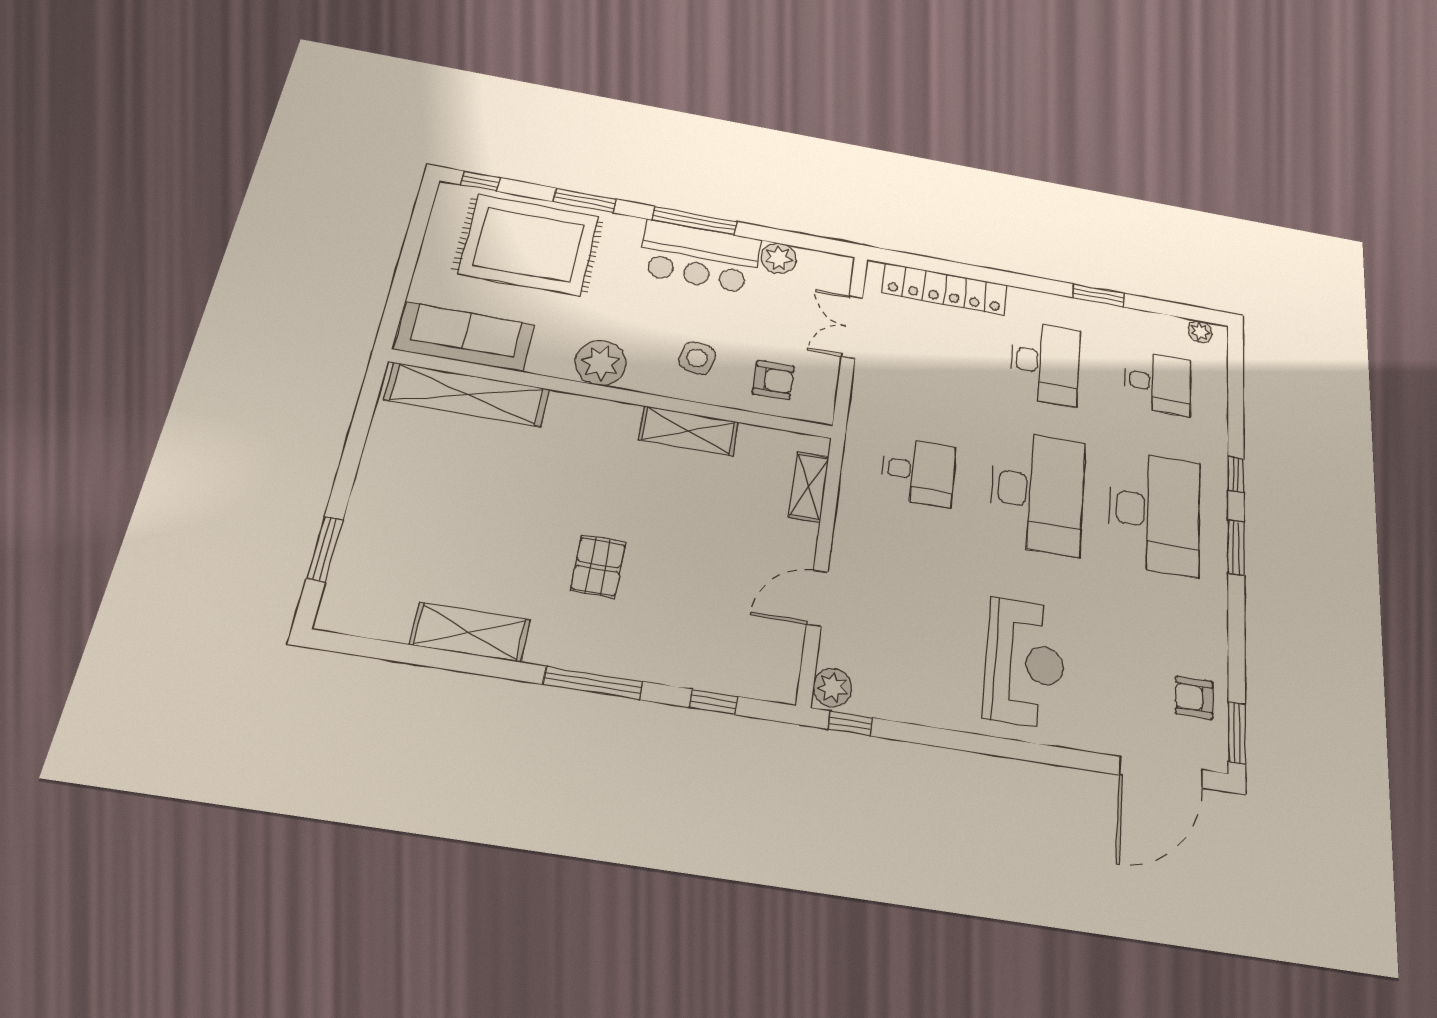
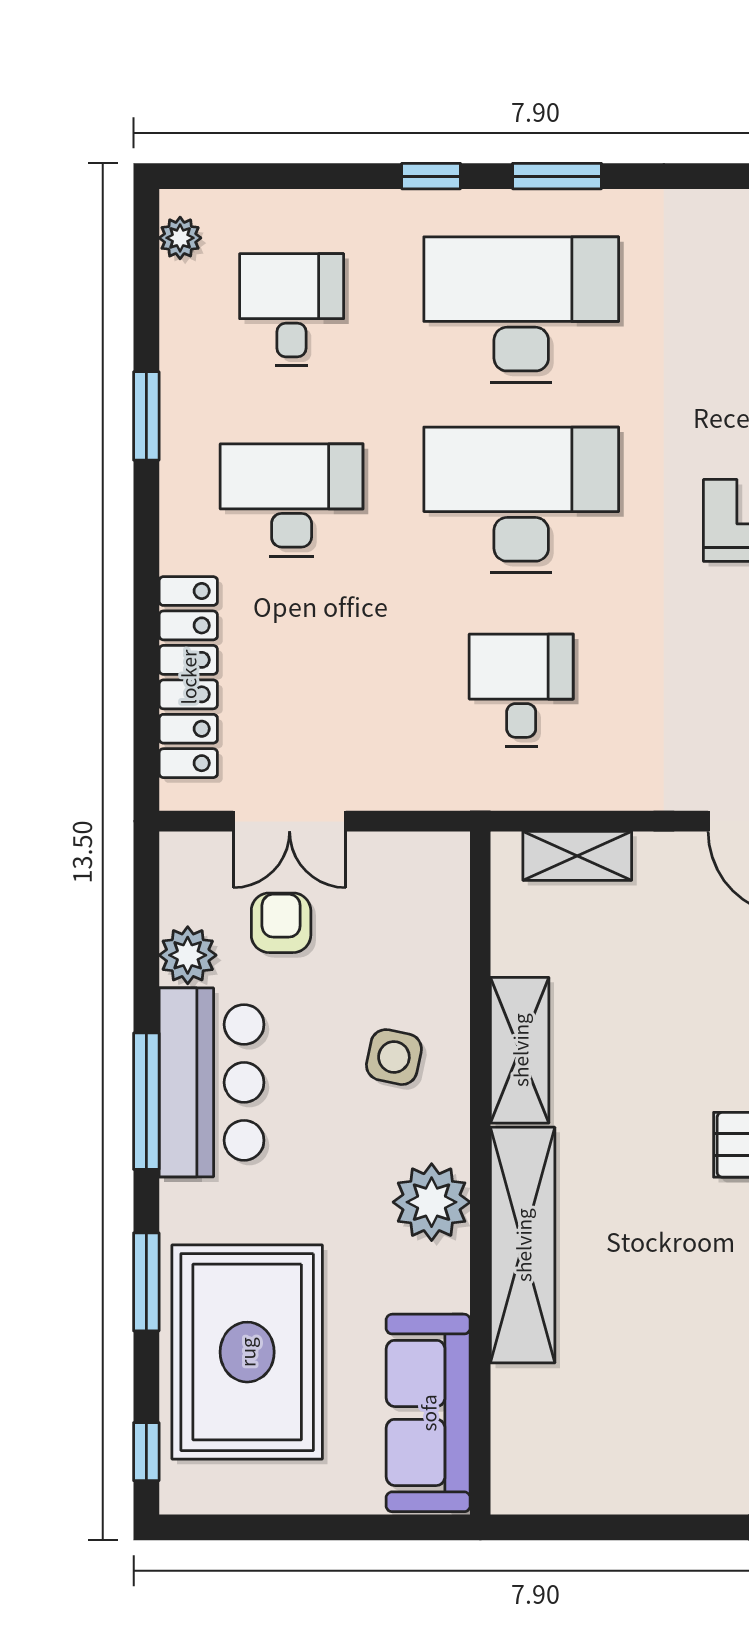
armchair: (773, 380) -> (281, 923), moved
shelving: (467, 394) -> (523, 1245), moved

